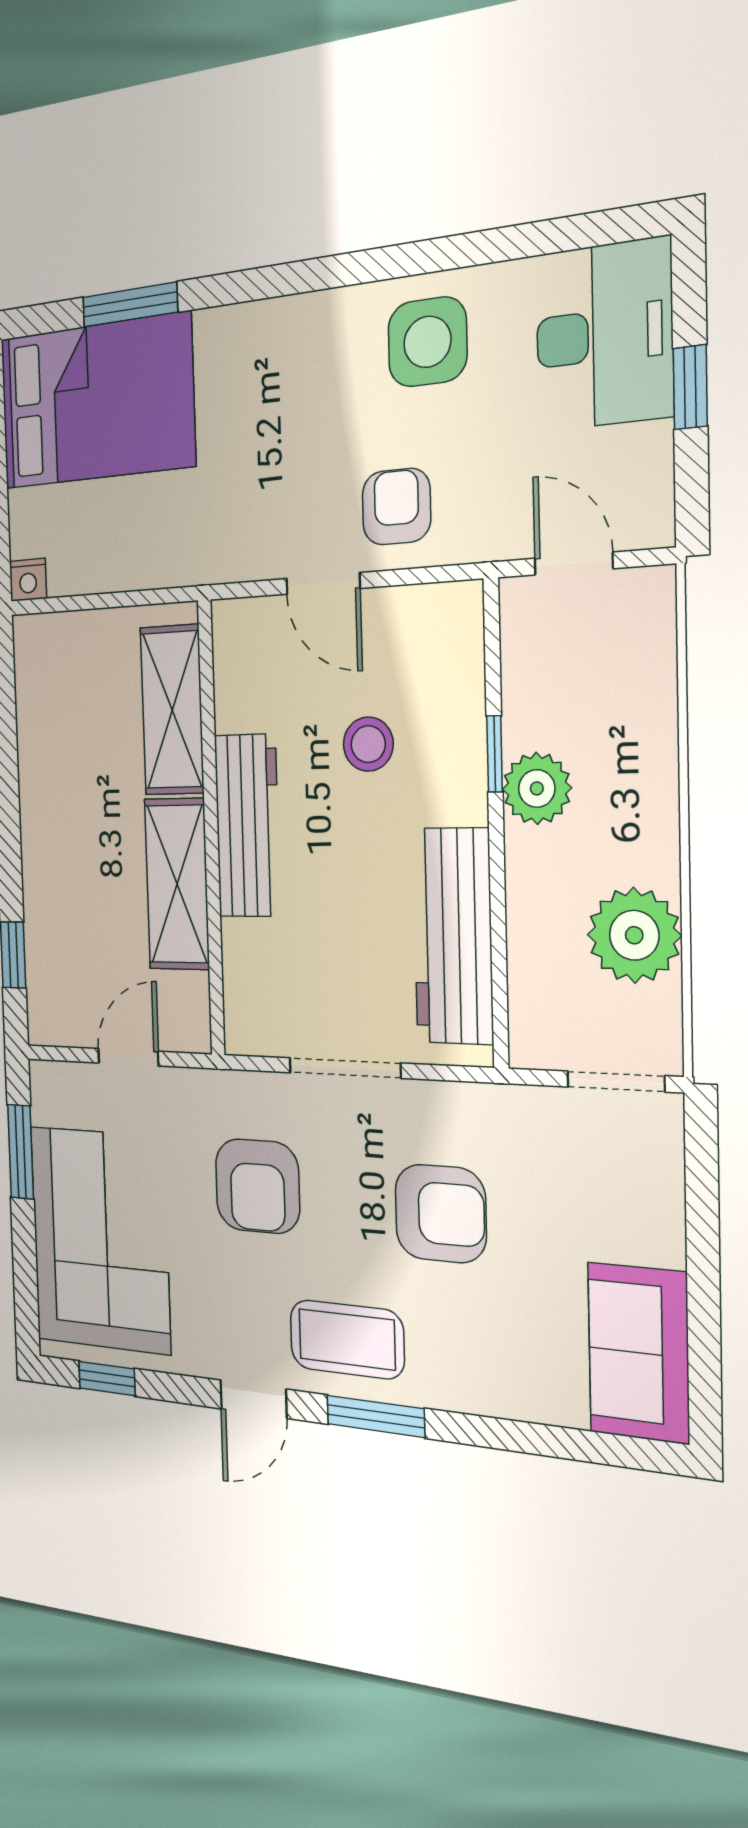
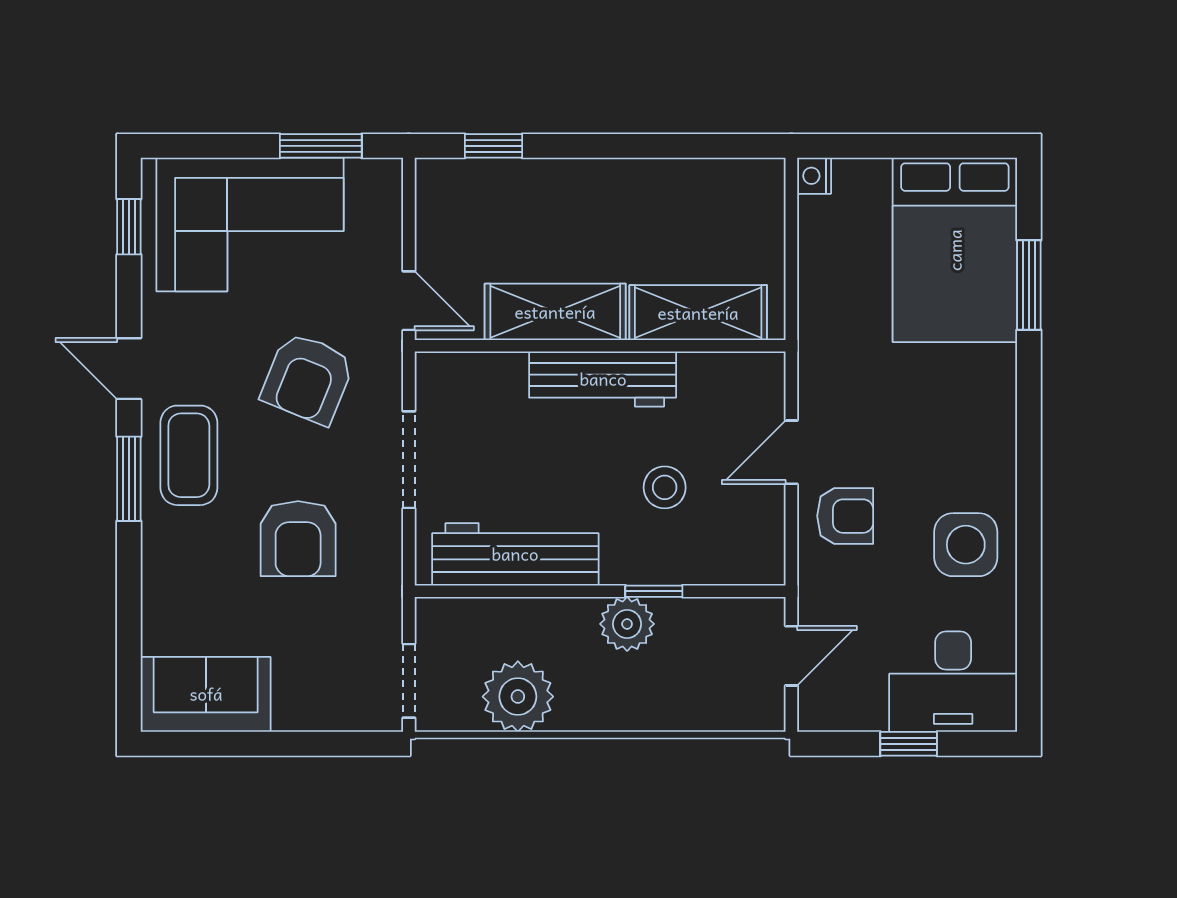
door: (128, 1057) -> (409, 301), moved
armchair: (257, 1186) -> (308, 378), turned -68

